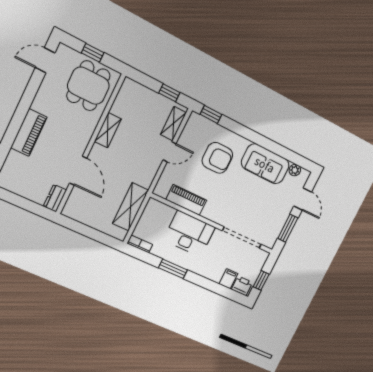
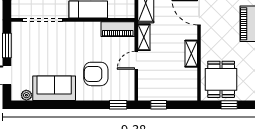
shelving: (173, 124) -> (144, 37), moved
piano: (186, 200) -> (118, 29), moved

